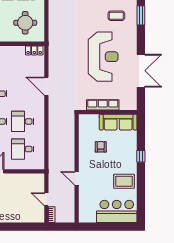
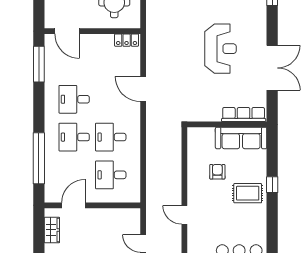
reception desk: (103, 57) -> (221, 49), width x0.74, depth x0.77
row of seats: (103, 105) -> (244, 114), moved
rug: (124, 181) -> (248, 193), moved

